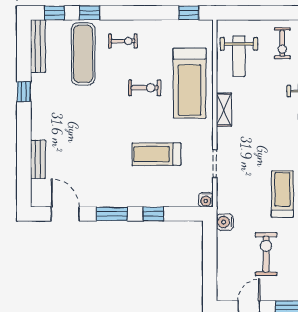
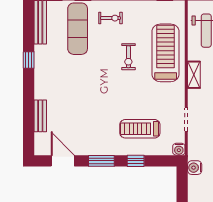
treadmill: (190, 83) -> (166, 53), turned 180
exercise bike: (145, 88) -> (128, 57), turned 90
treadmill: (156, 154) -> (140, 129), moved

